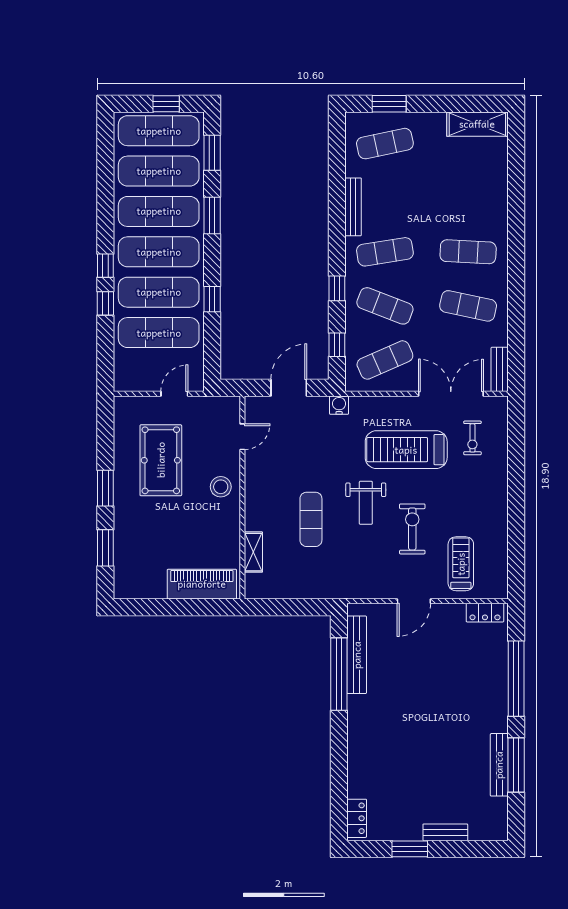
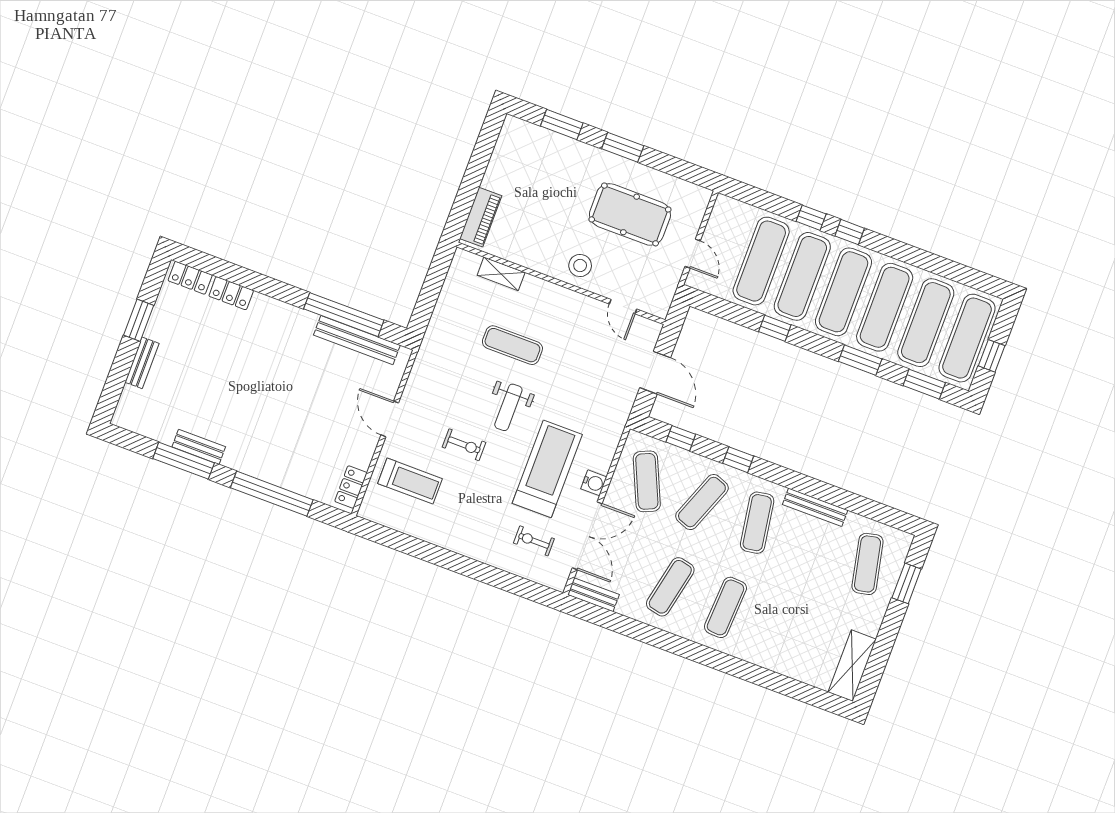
water cooler: (339, 405) -> (594, 483), moved
weight bench: (366, 503) -> (508, 407), turned -90
exercise bike: (412, 529) -> (464, 445), width x0.73, depth x0.72
piano: (202, 584) -> (481, 217), width x0.73, depth x0.75
bench: (499, 765) -> (199, 447), width x0.73
locker: (357, 778) -> (231, 293), added

